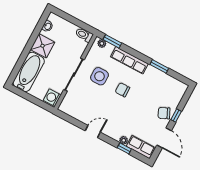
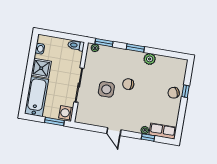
row of seats: (129, 60) -> (125, 55), removed
window: (159, 66) -> (135, 48), moved
plant: (152, 72) -> (150, 59), added
side table: (99, 76) -> (106, 89), moved
window: (38, 102) -> (54, 121), added
door: (93, 132) -> (114, 132), swing flipped
door: (164, 138) -> (181, 115), removed

